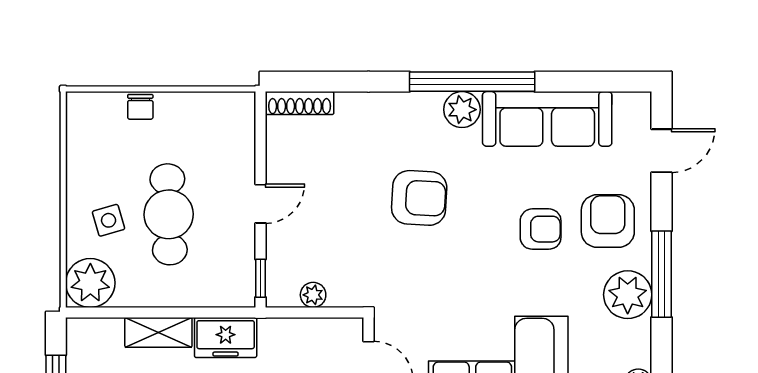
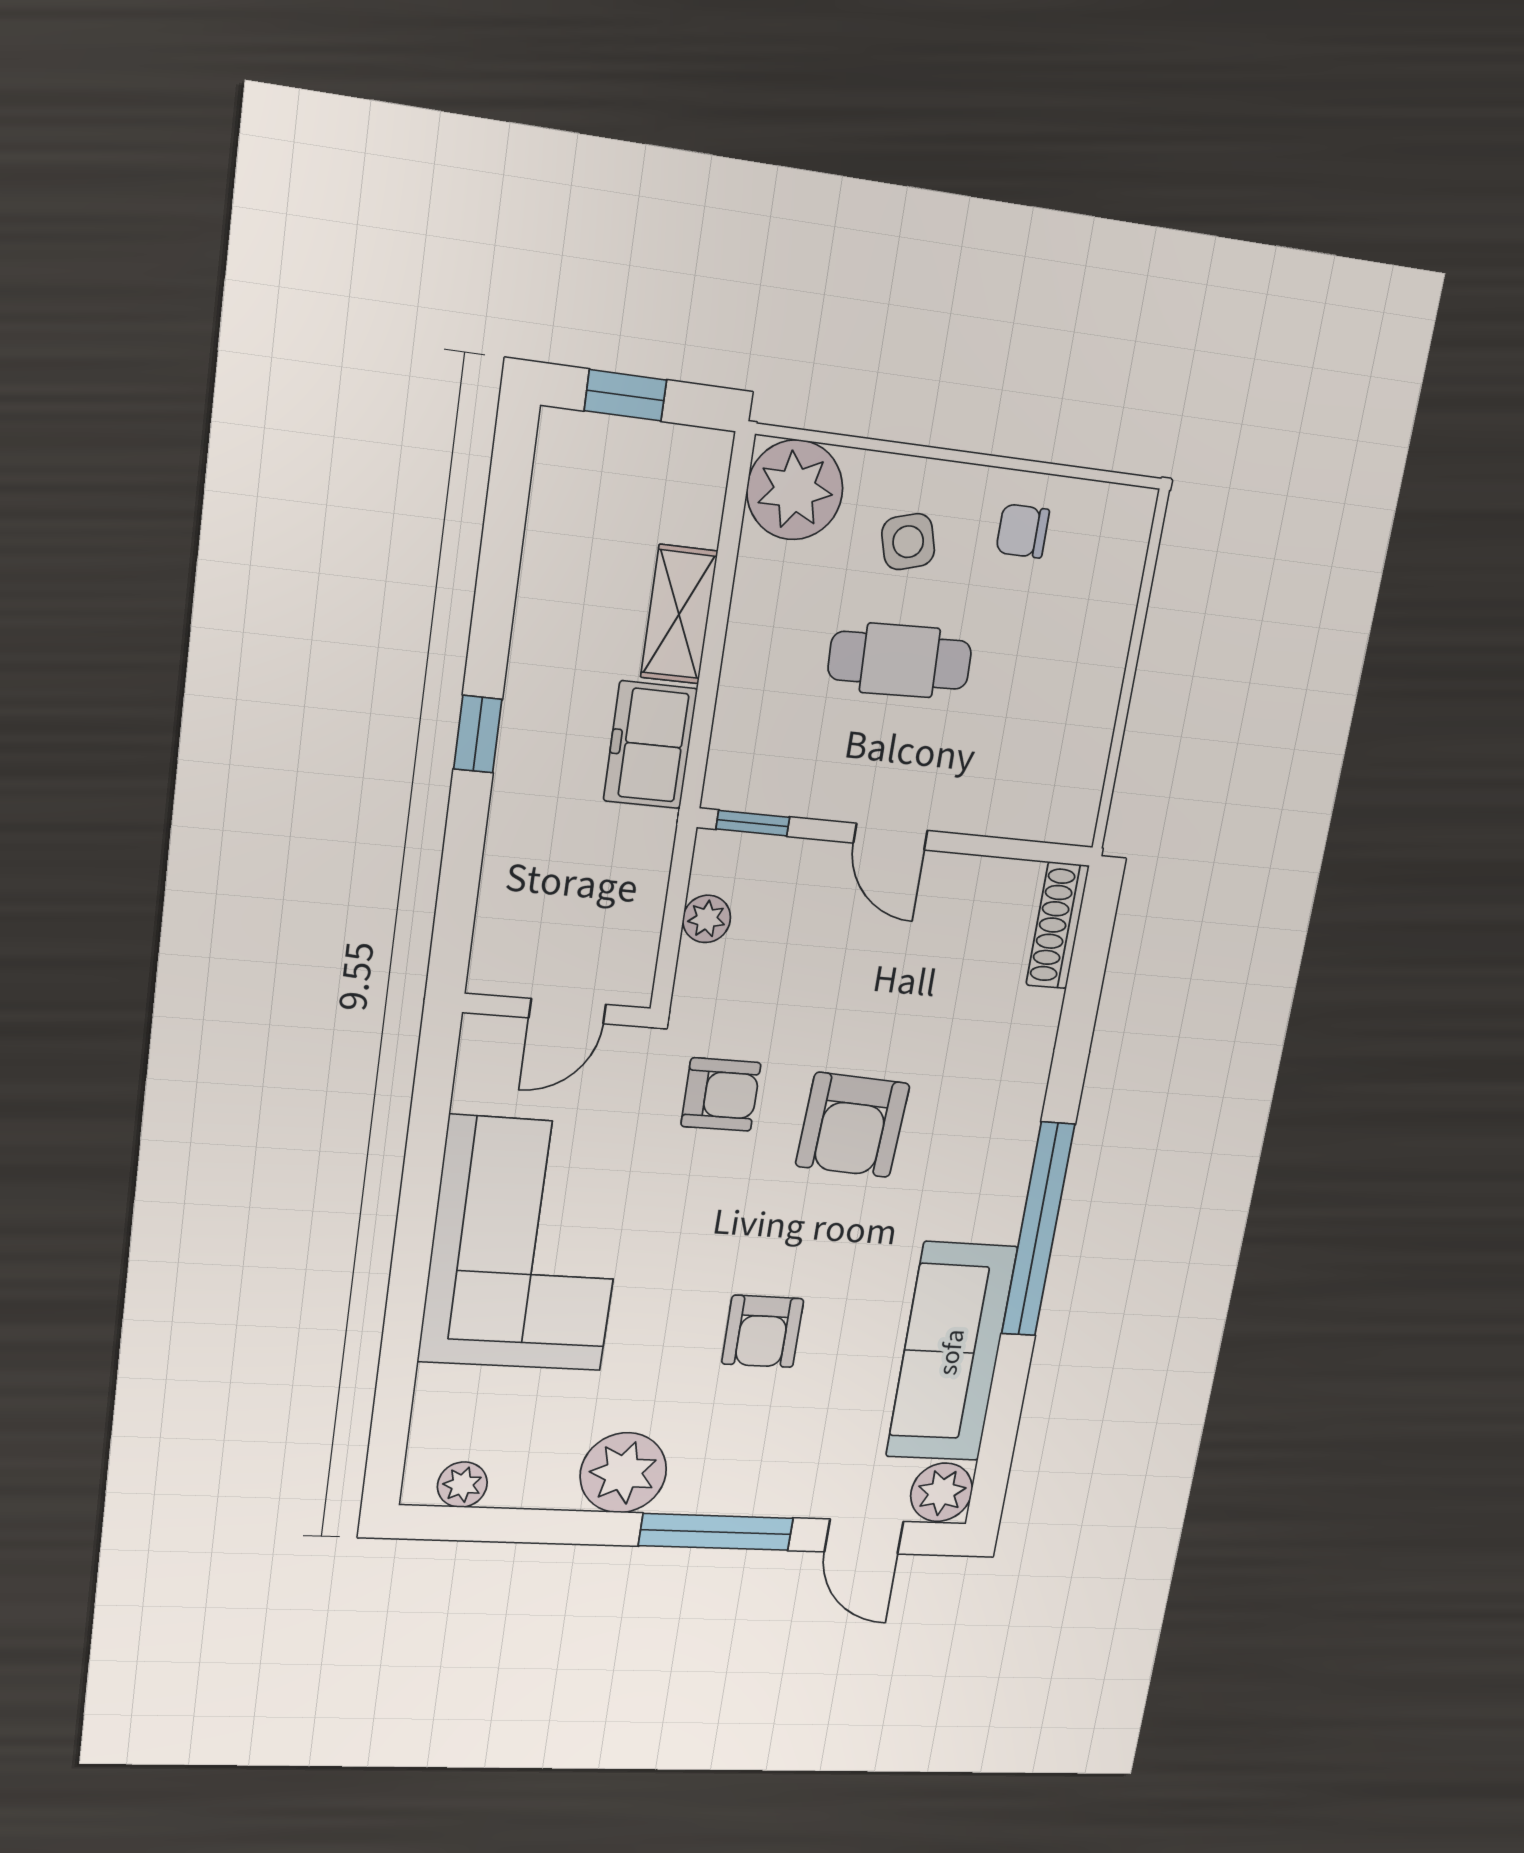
chair: (140, 107) -> (1023, 531), moved
plant: (462, 110) -> (942, 1492), moved
cafe table: (169, 214) -> (900, 660), width x0.73, depth x0.74
armchair: (608, 221) -> (721, 1095), moved, width x0.72, depth x0.72
window: (661, 274) -> (716, 1532), moved

